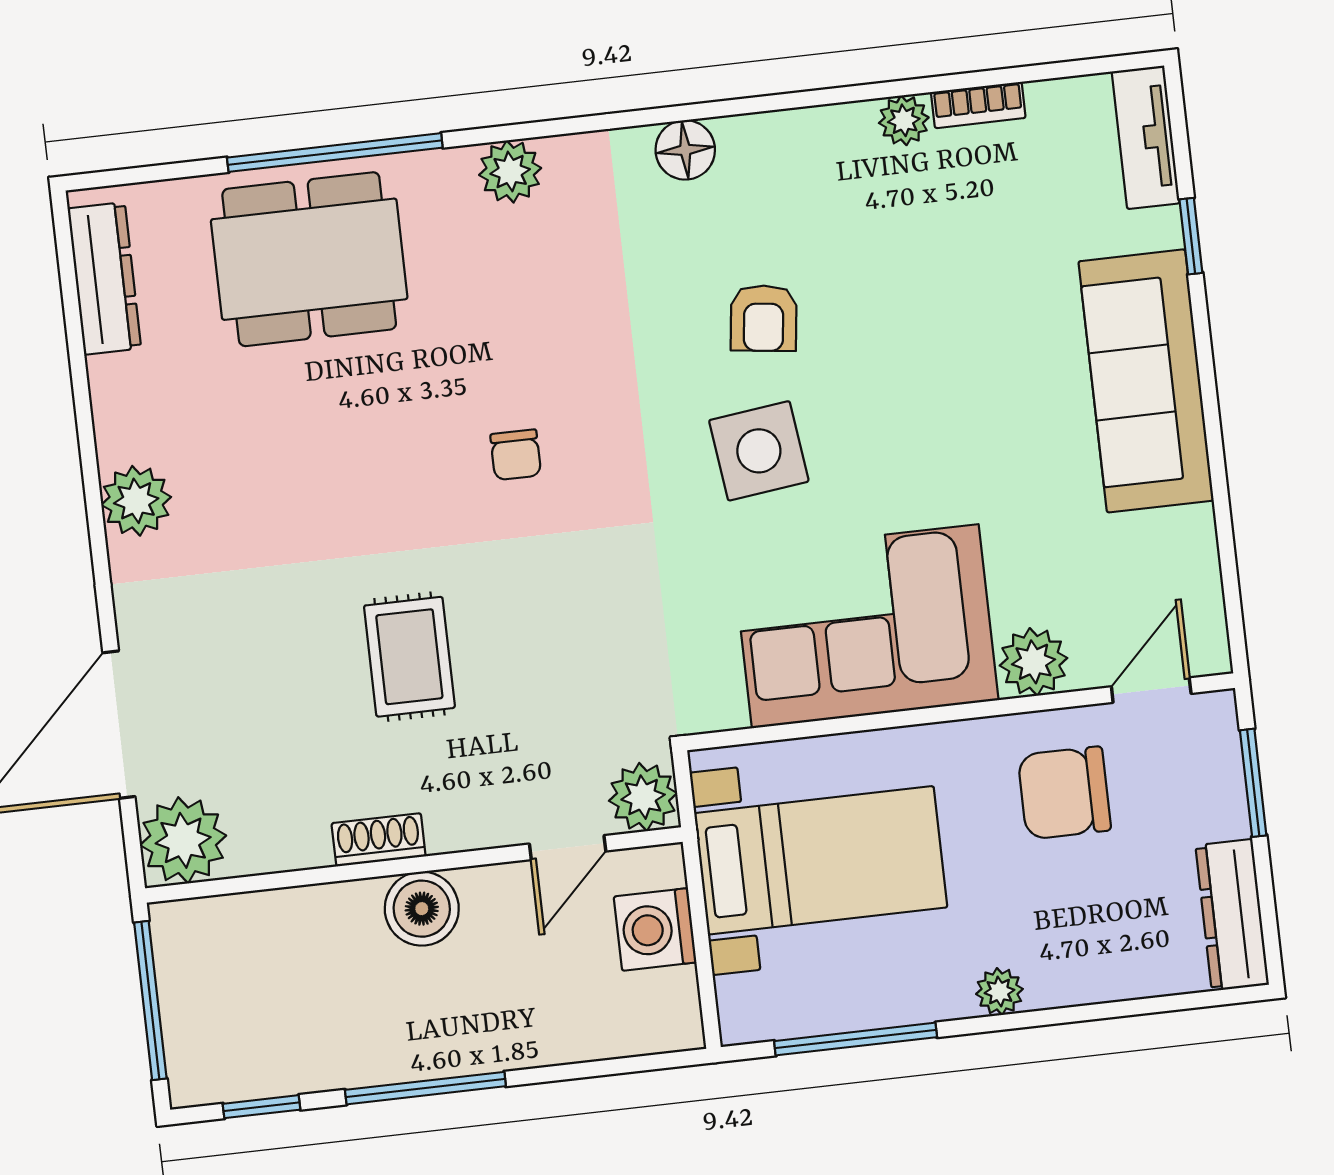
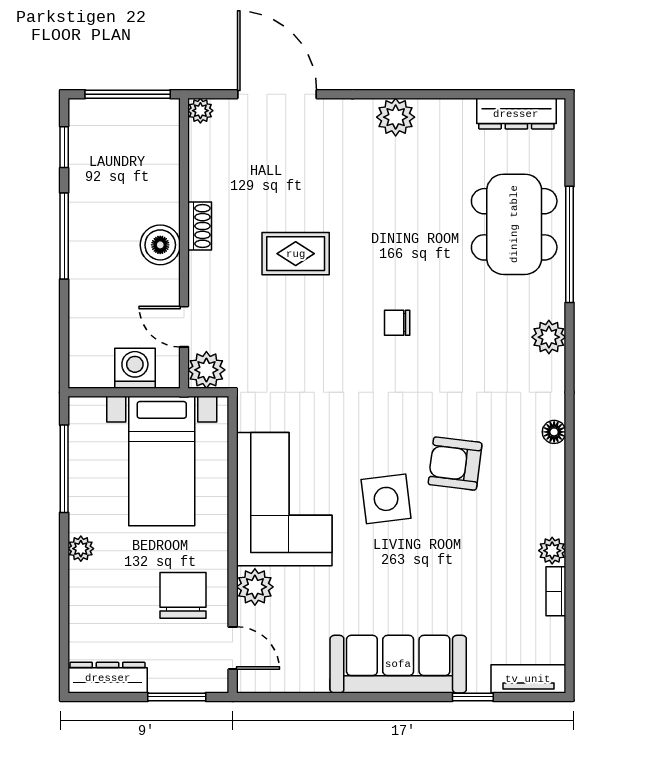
floor lamp: (685, 150) -> (554, 432), width x0.73, depth x0.73
armchair: (764, 318) -> (455, 464), width x1.38, depth x1.38
side table: (759, 451) -> (386, 499), moved
plant: (183, 840) -> (200, 111), width x0.53, depth x0.53

